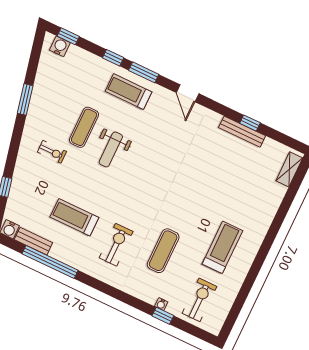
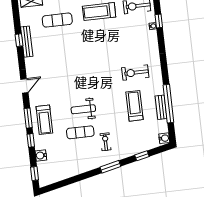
water cooler: (60, 46) -> (41, 155), moved
window: (25, 99) -> (110, 167), moved
weight bench: (111, 149) -> (83, 109), turned 180
treadmill: (74, 217) -> (135, 106), turned 180
bench: (33, 241) -> (161, 107), moved
exercise mat: (163, 251) -> (57, 20), moved

